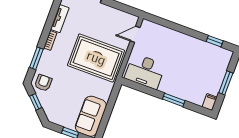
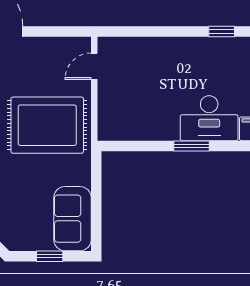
desk: (145, 71) -> (209, 118), moved

